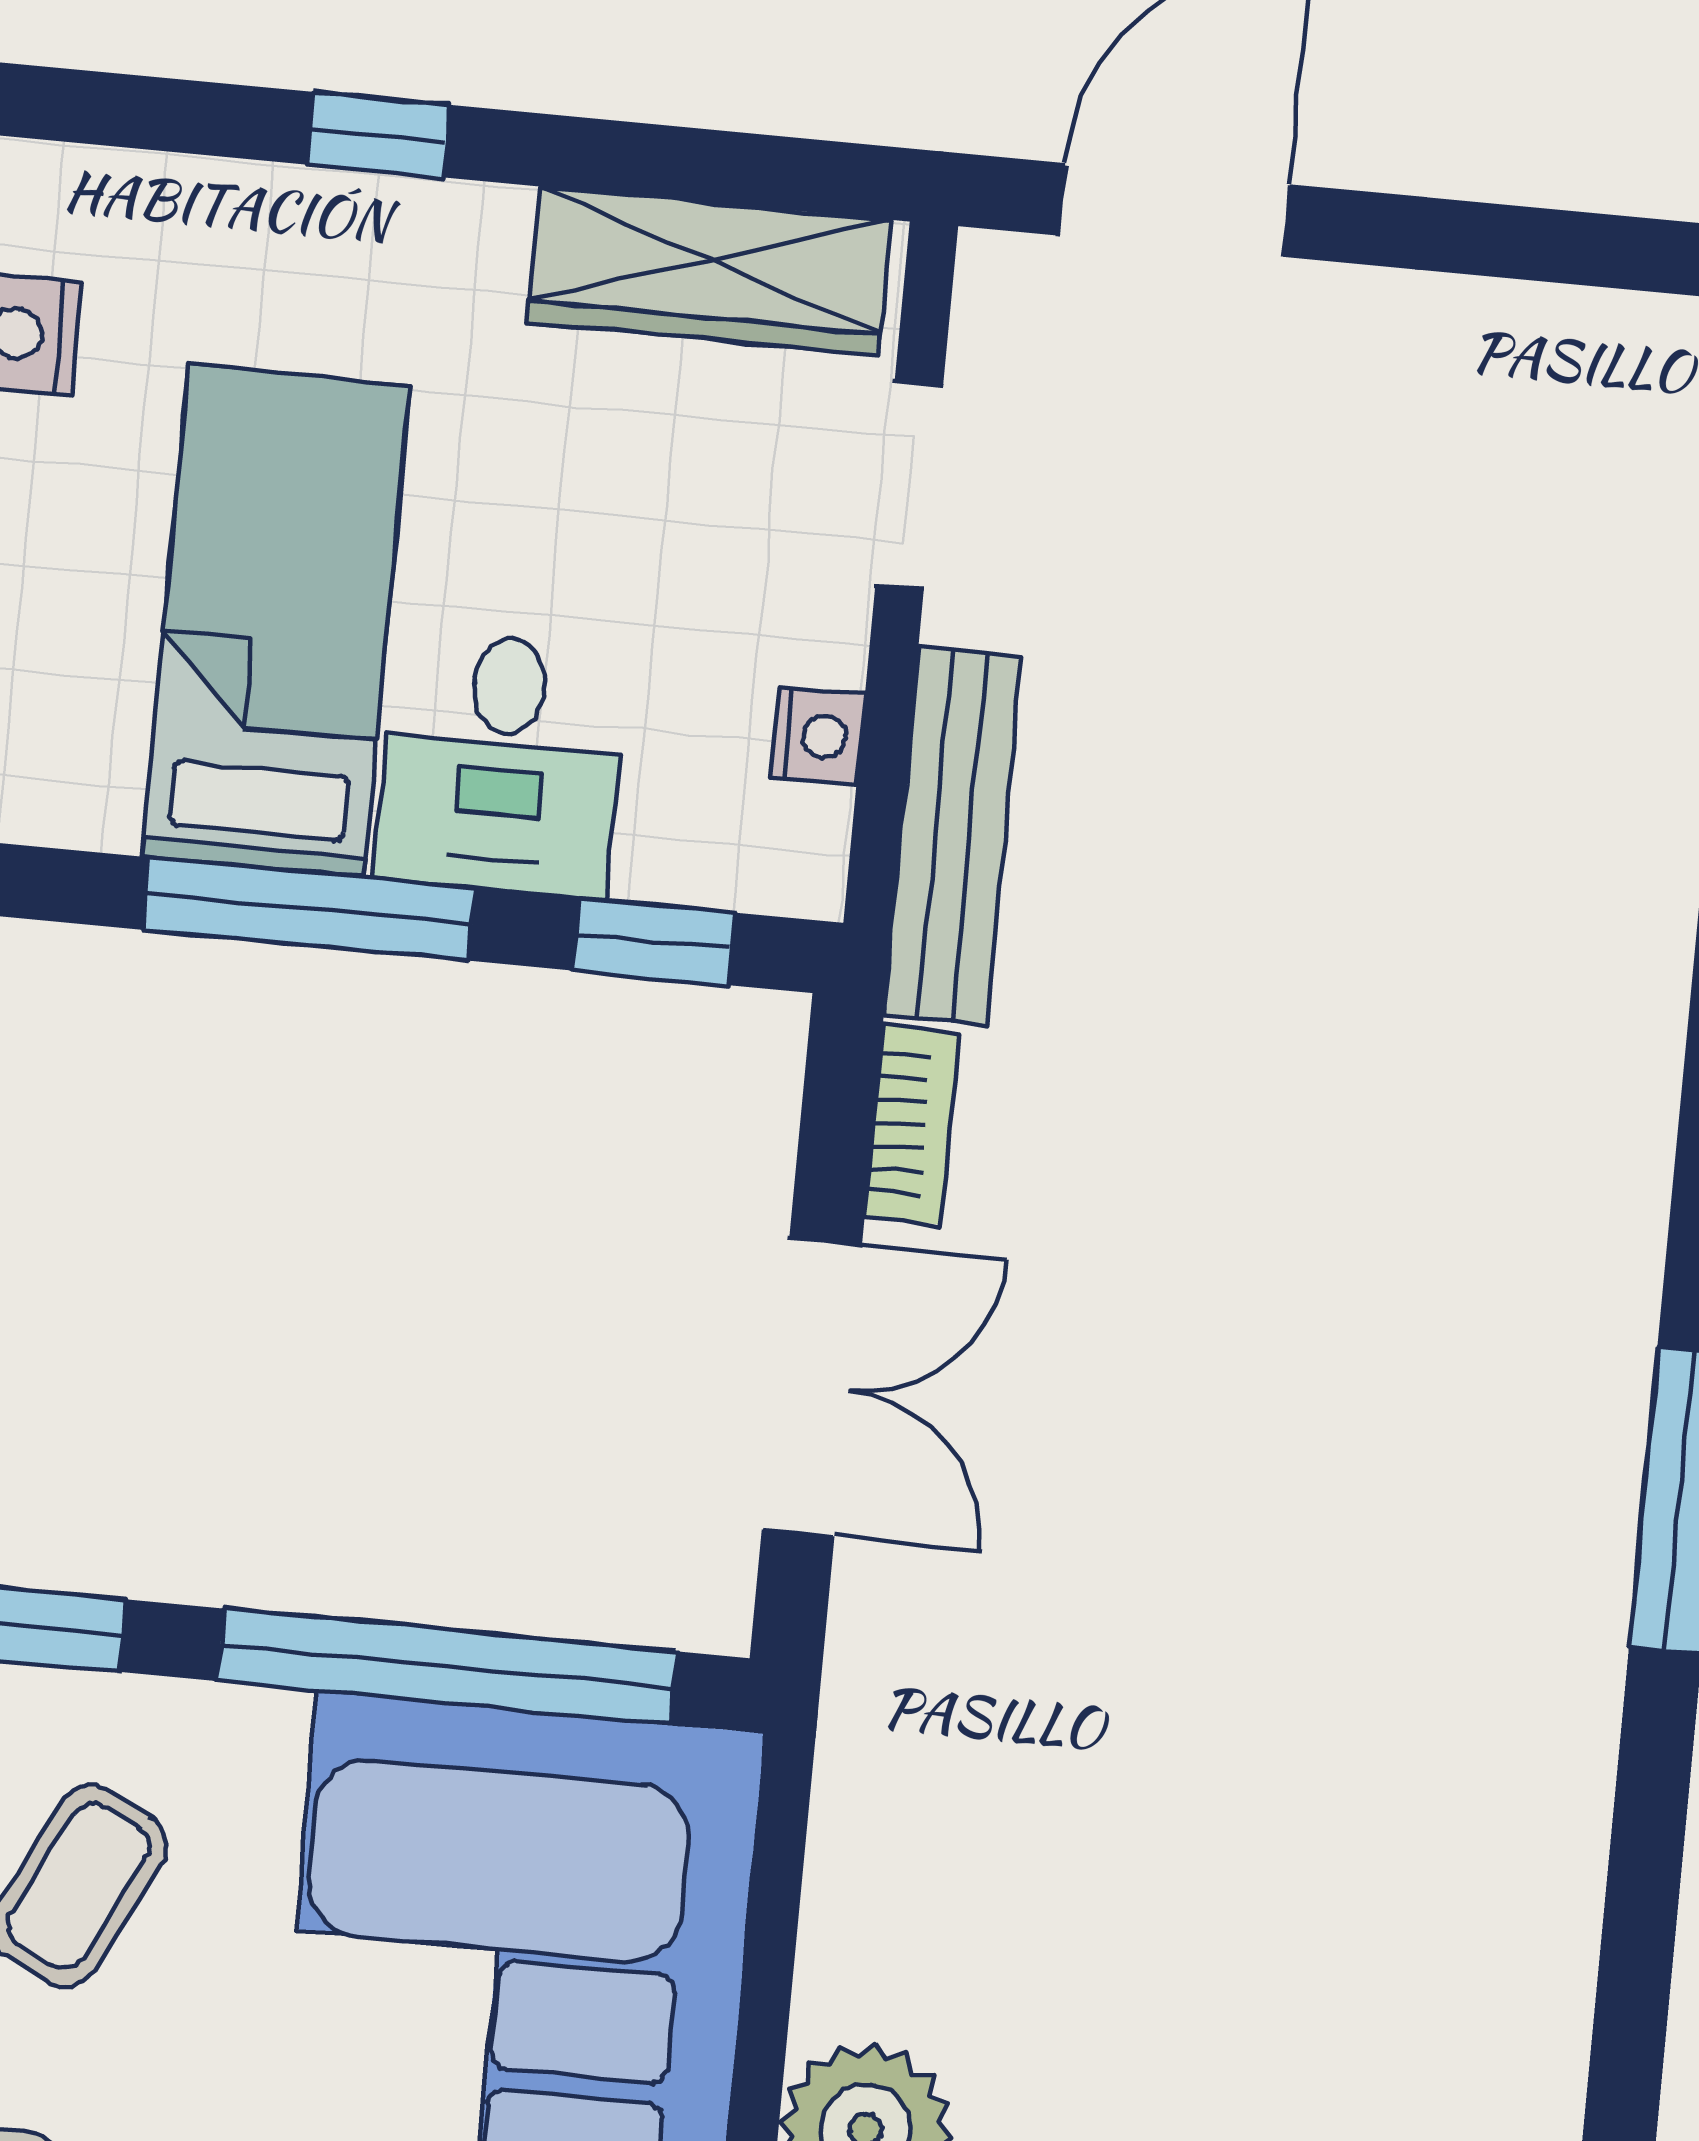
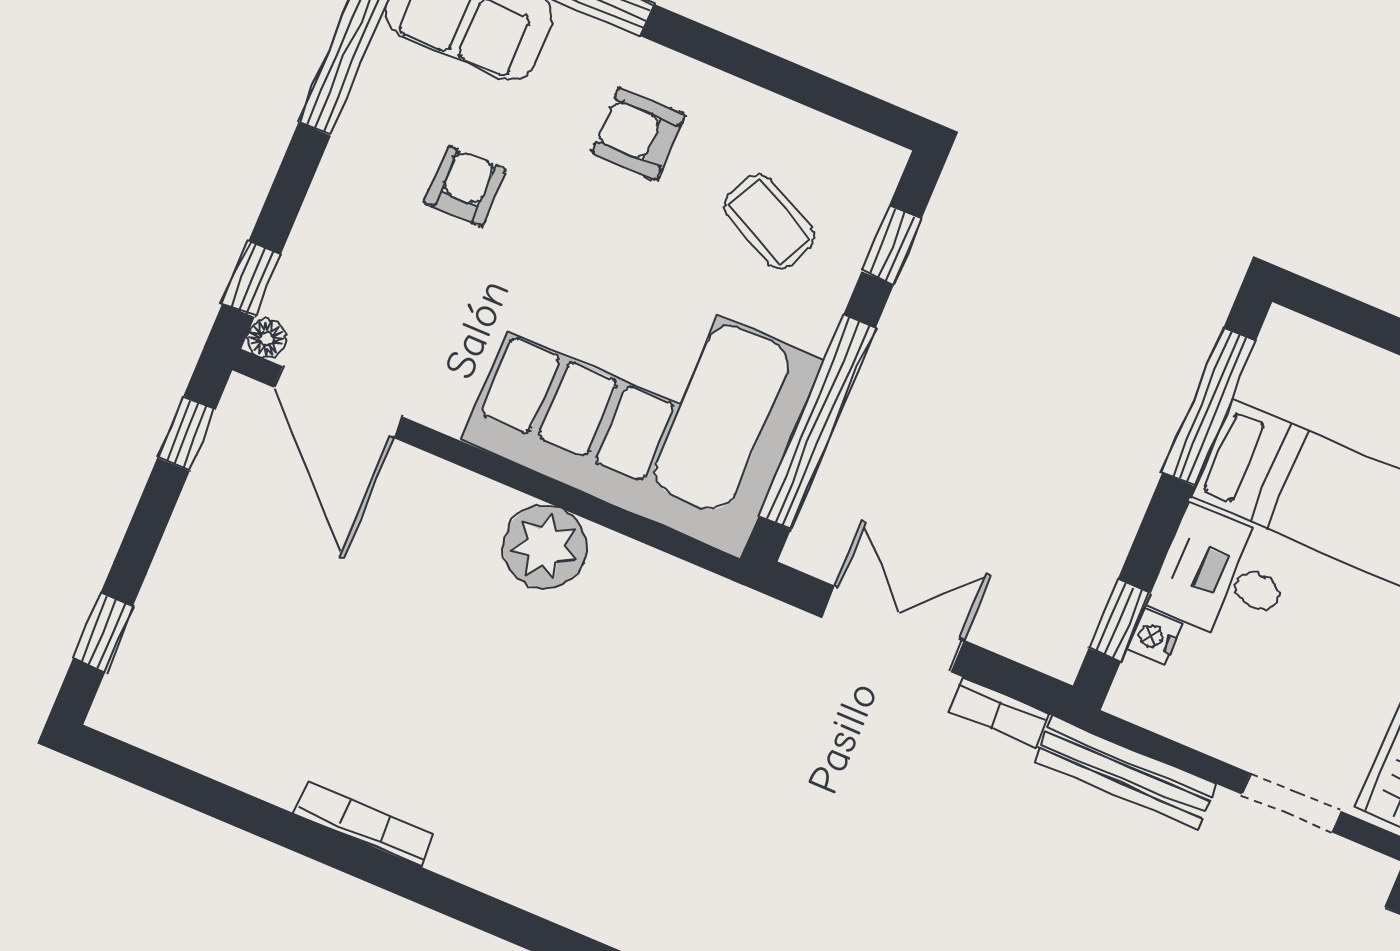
nightstand: (817, 736) -> (1154, 637), moved, turned 90
window: (309, 909) -> (1209, 407), moved
double door: (812, 1387) -> (893, 629), swing flipped

